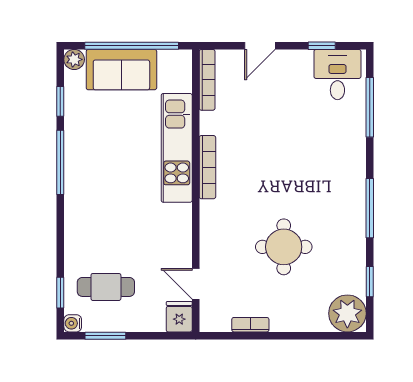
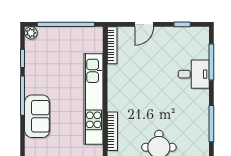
sofa: (121, 70) -> (37, 116), moved, turned -90
desk: (337, 75) -> (194, 74), moved, turned 90
kitchen unit: (177, 148) -> (94, 99), width x1.36
bookcase: (207, 167) -> (112, 131), moved

